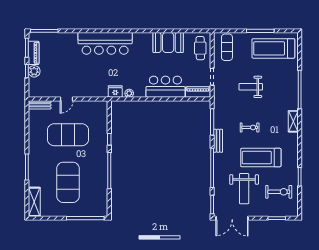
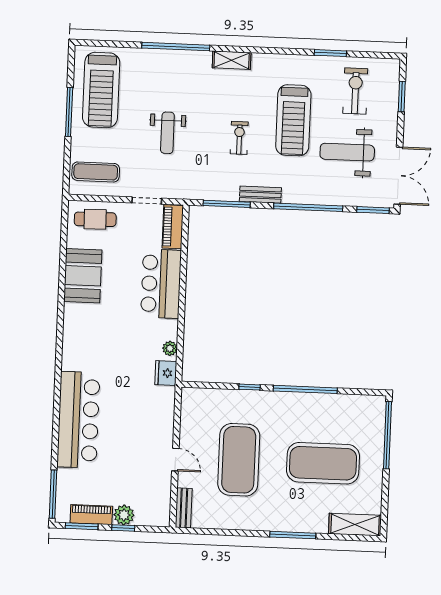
bar counter: (105, 43) -> (78, 420), moved
weight bench: (244, 189) -> (347, 152), turned 180

